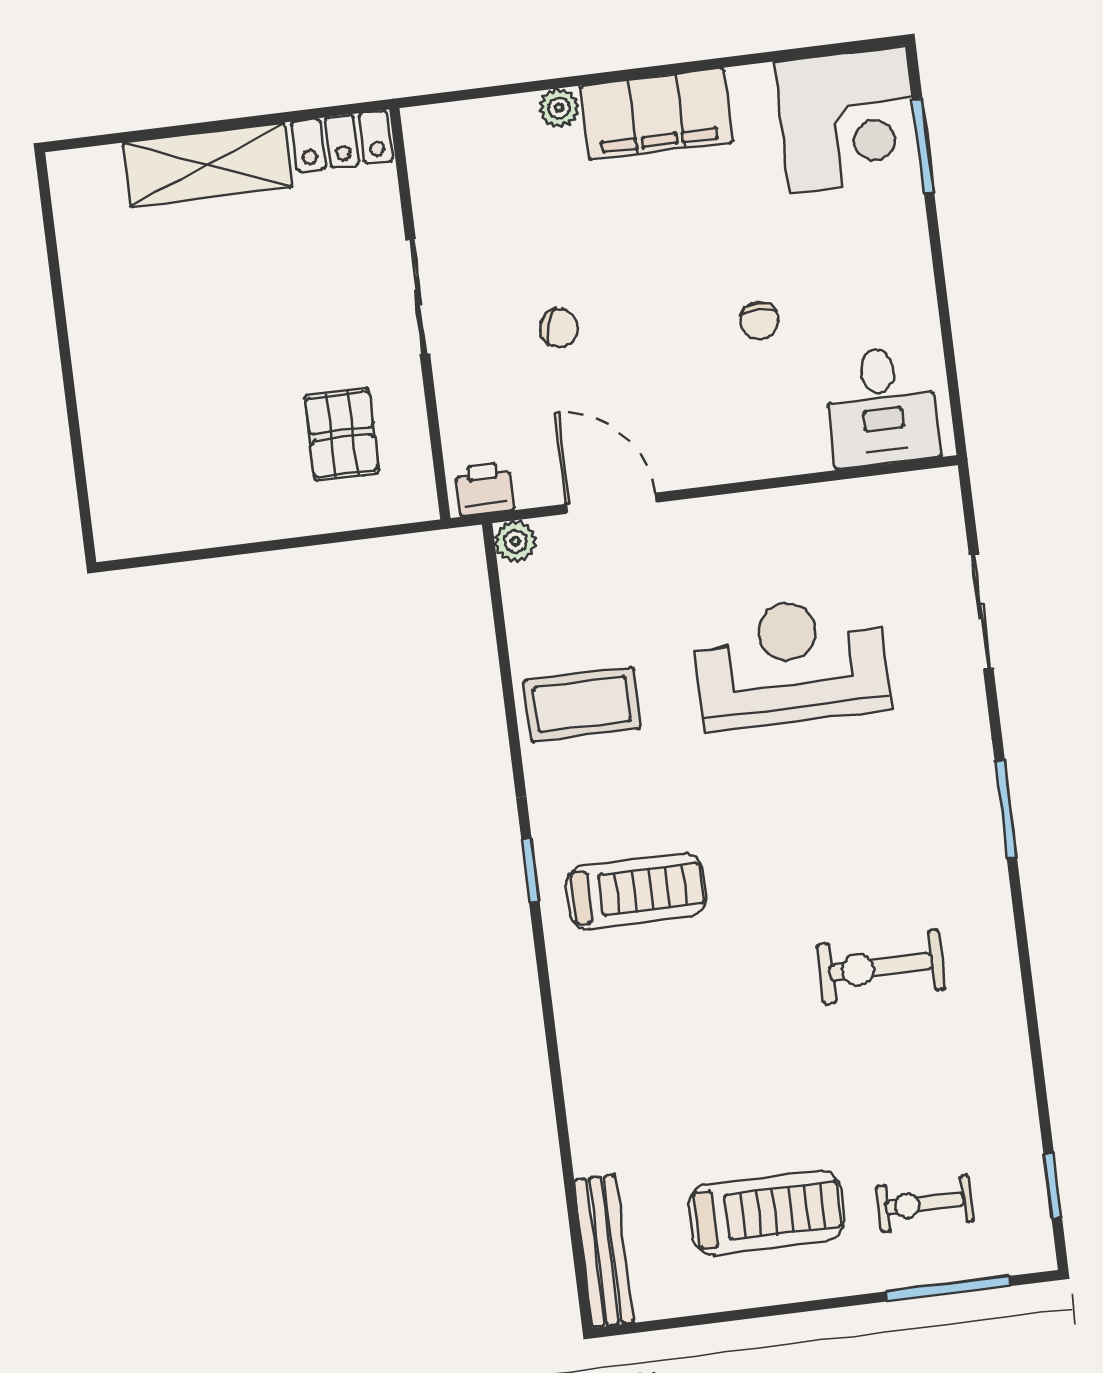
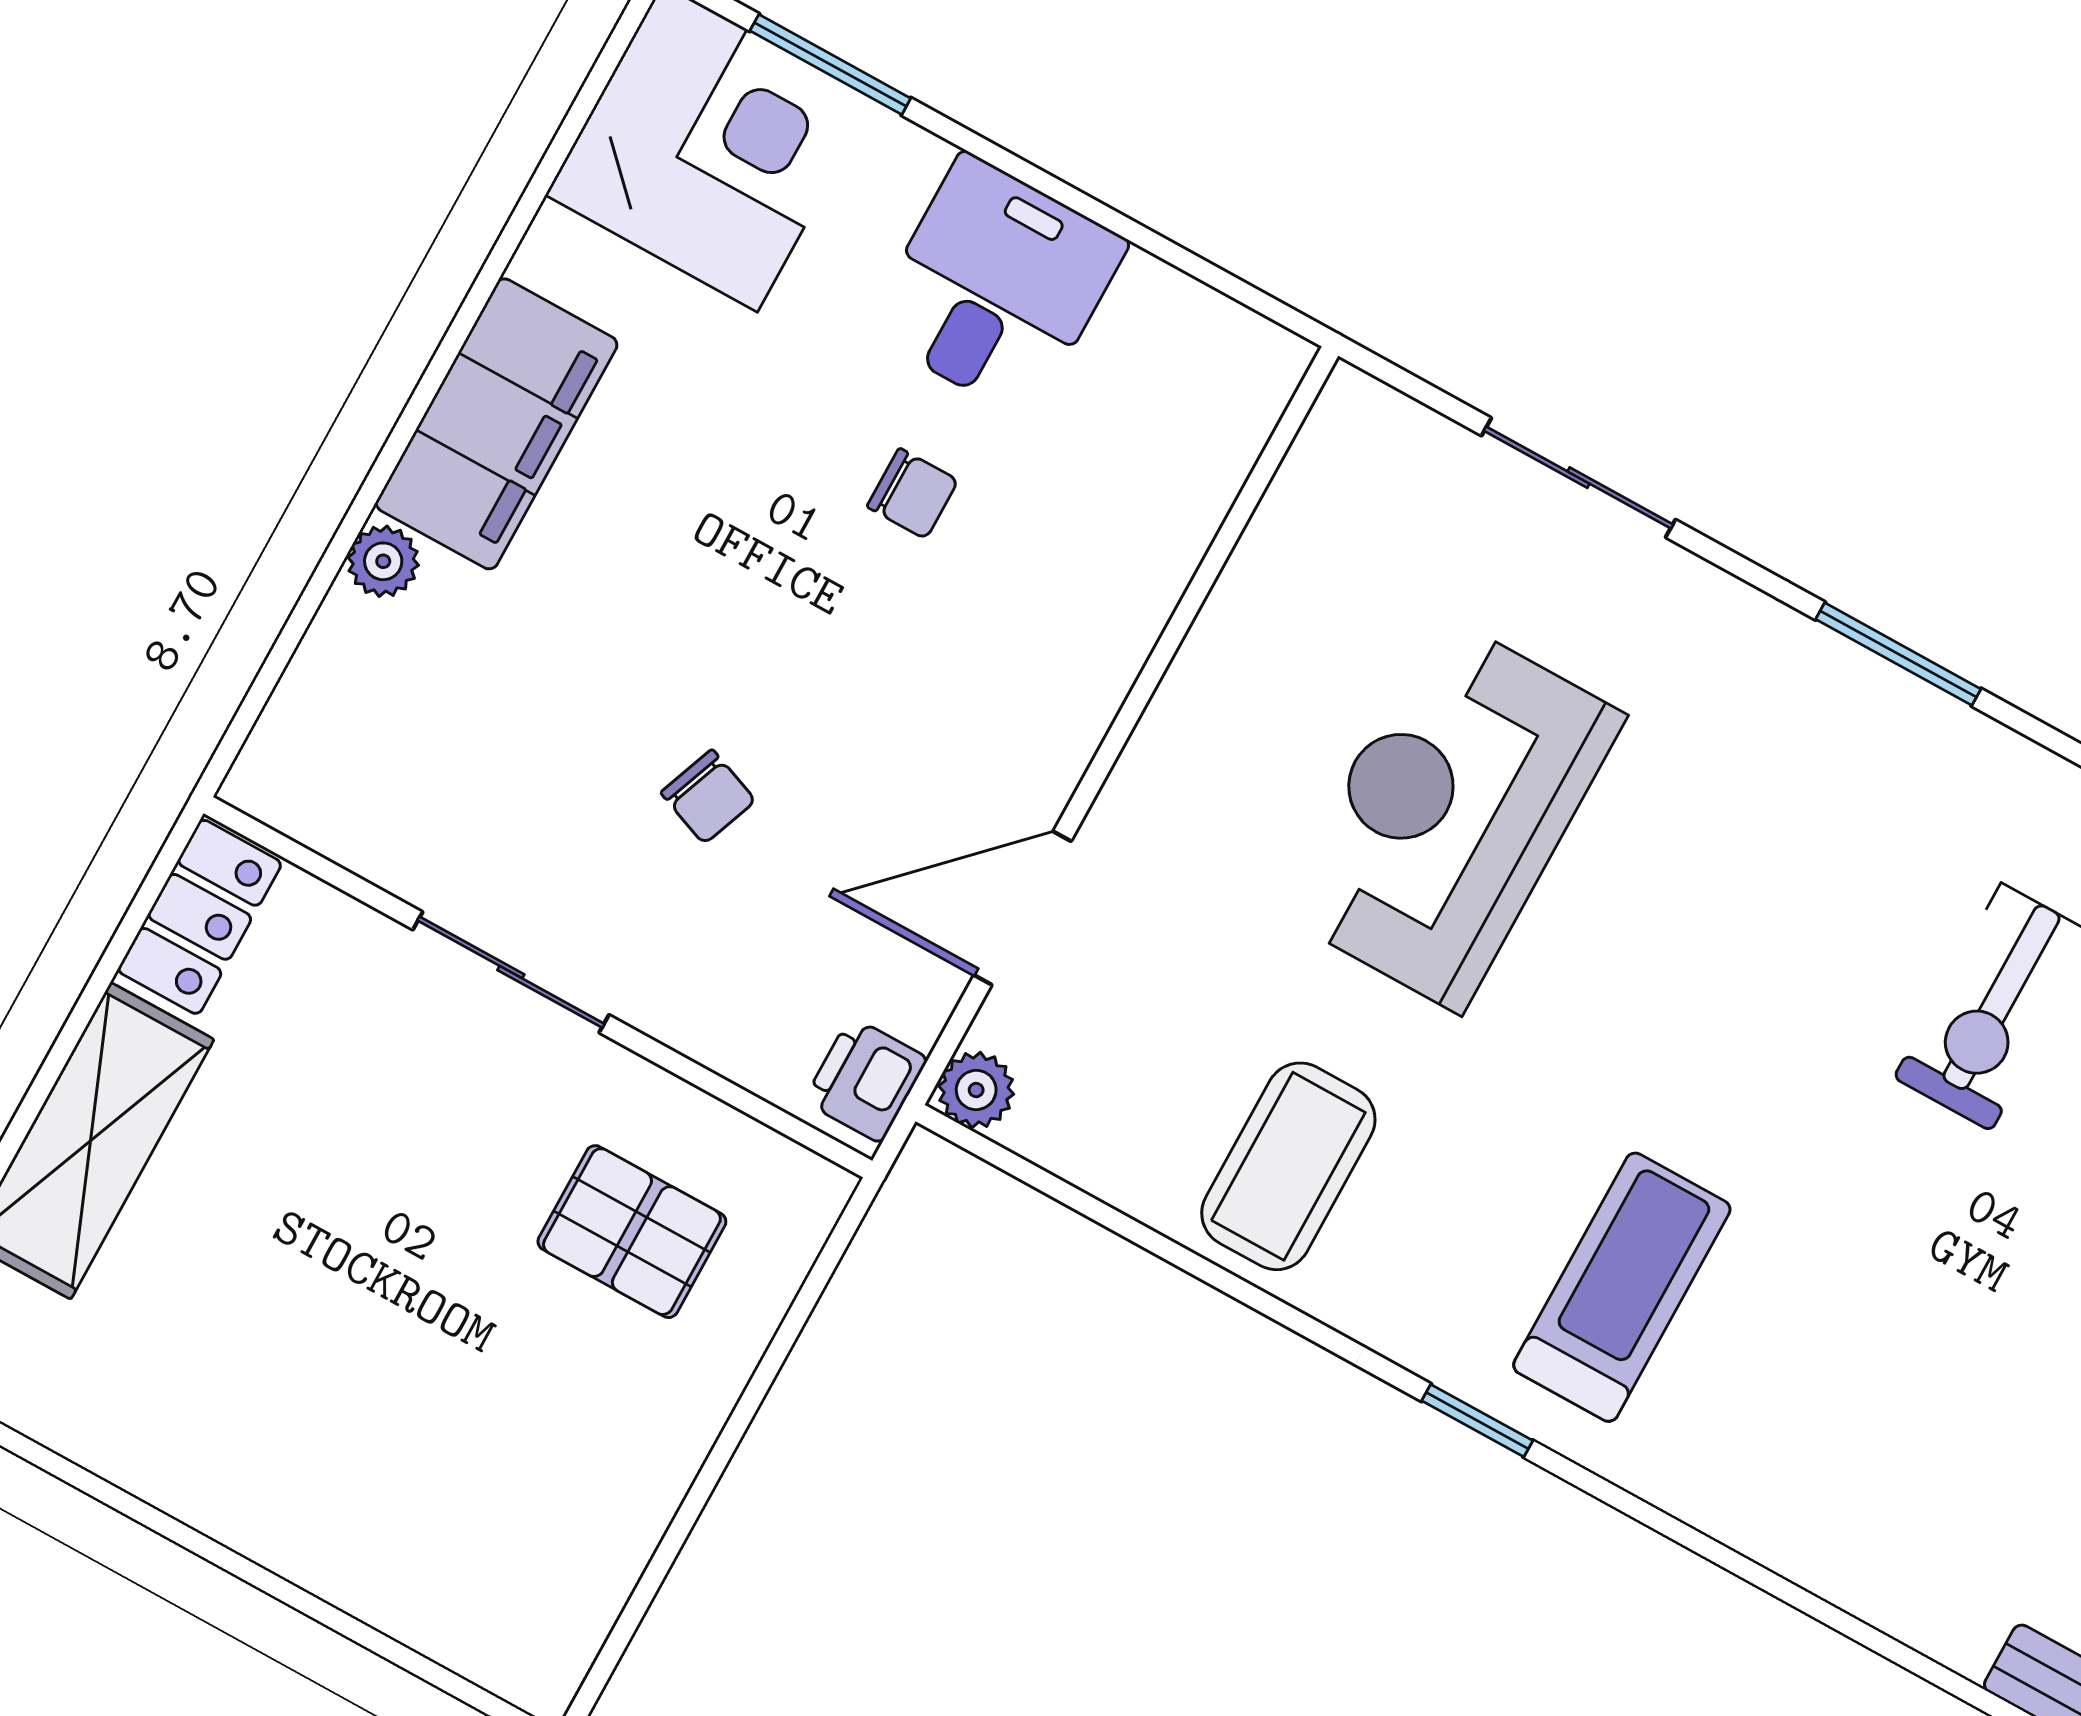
chair: (559, 328) -> (708, 797), turned 94
desk: (882, 407) -> (996, 286), moved, turned -90

